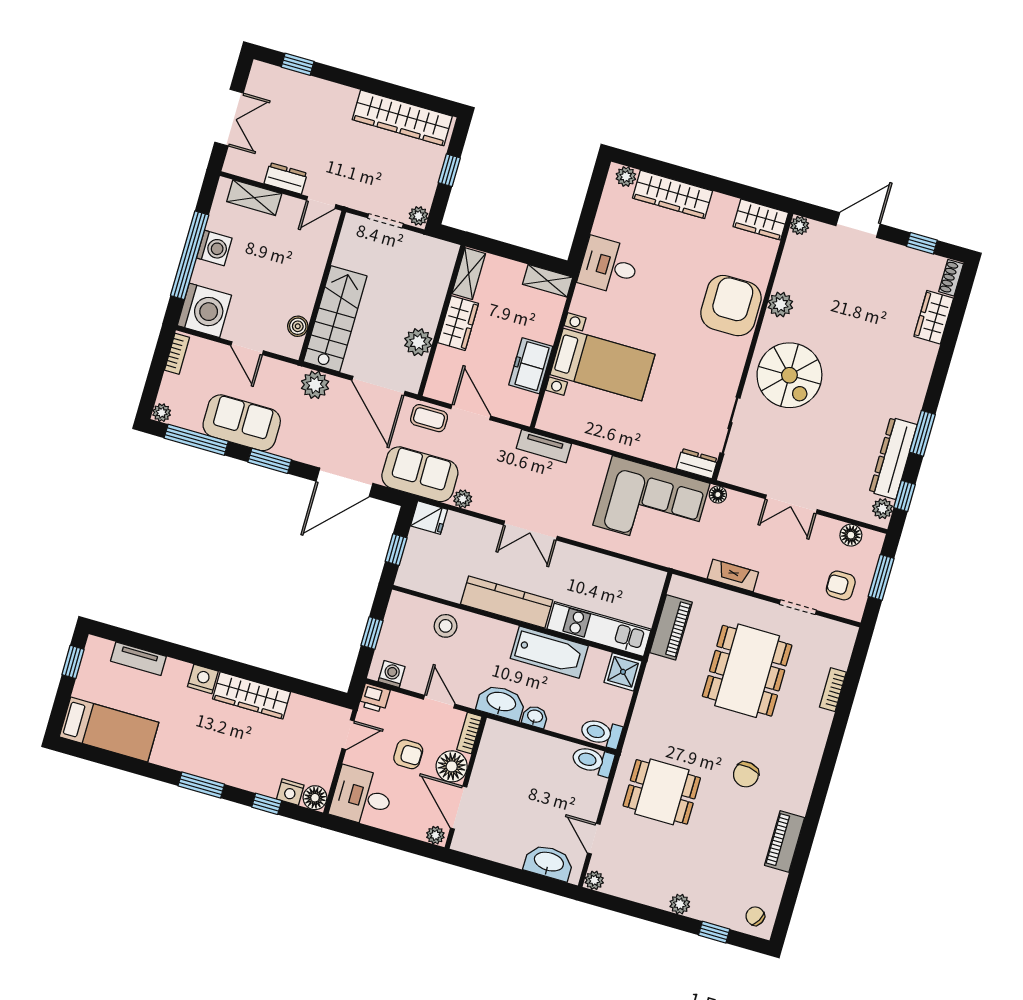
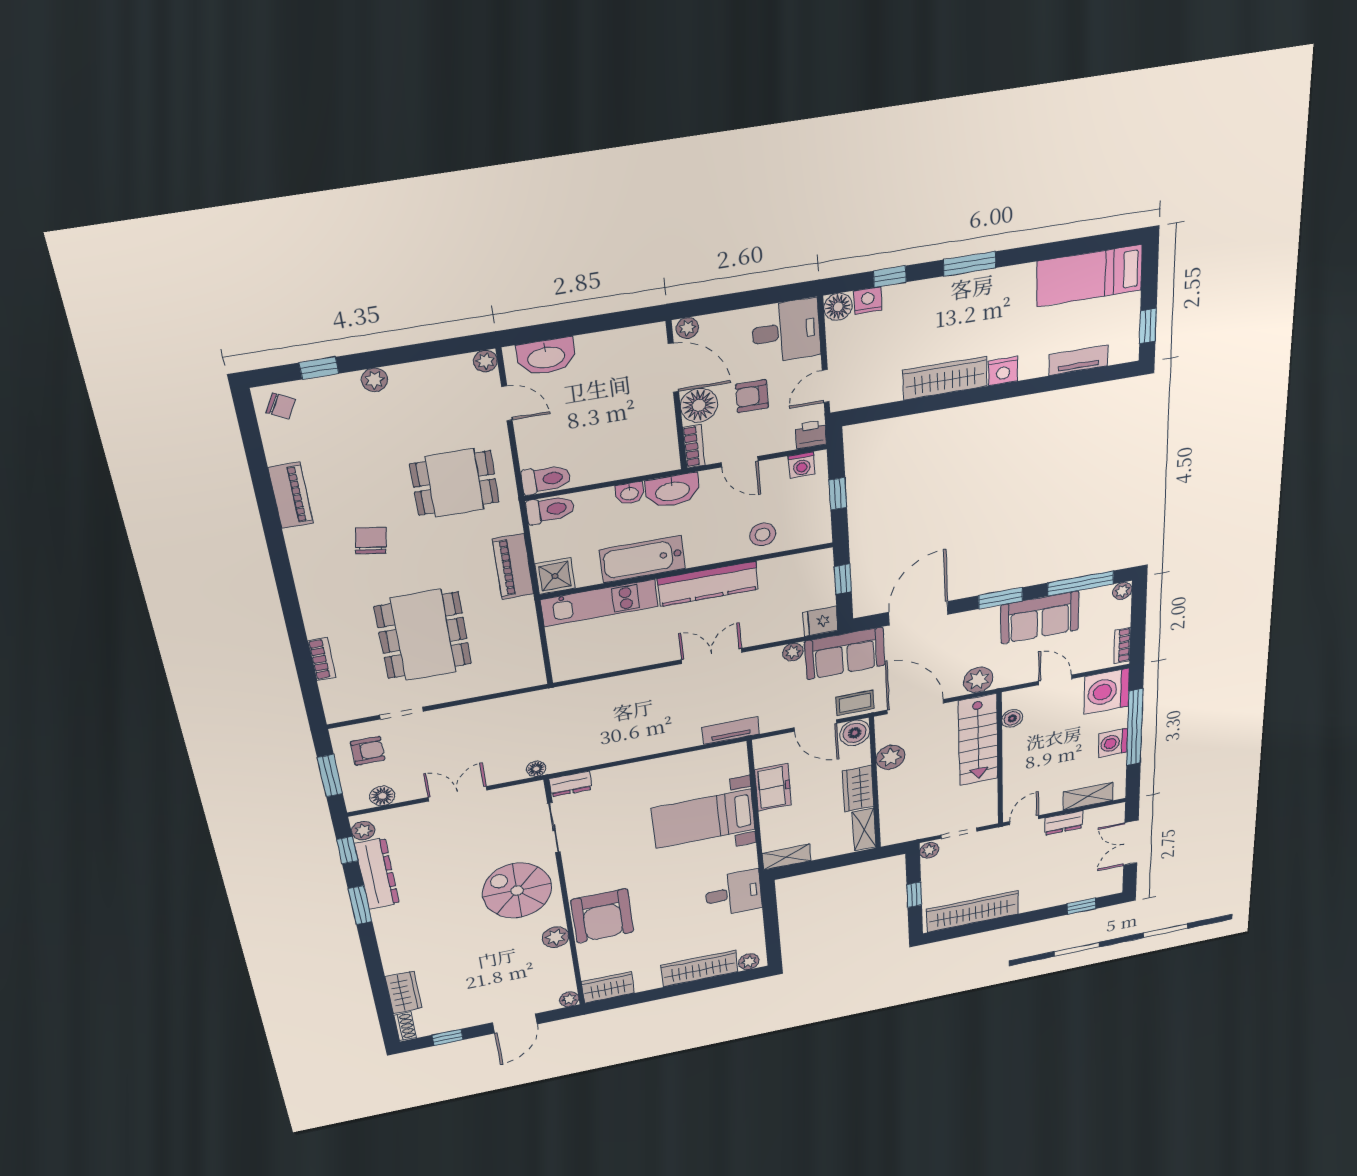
boiler: (440, 386) -> (855, 733), added
corner sofa: (651, 504) -> (599, 732), removed
fireplace: (733, 575) -> (484, 710), removed
piano: (671, 627) -> (513, 566), moved

